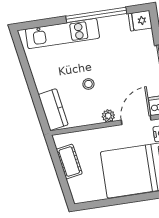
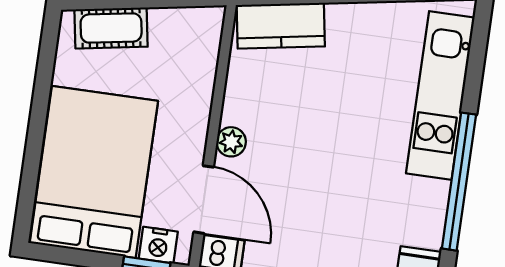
stool: (88, 84) -> (314, 119), removed
cot: (69, 162) -> (111, 28), moved

